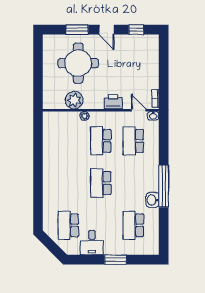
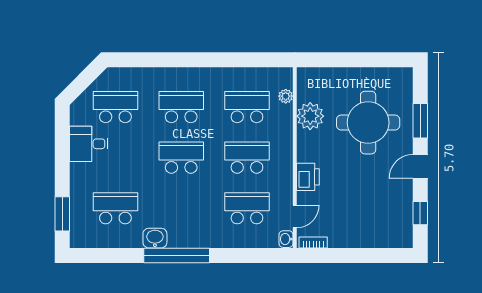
plant: (84, 116) -> (286, 96), moved
school desk: (68, 141) -> (247, 107), added
school desk: (68, 183) -> (181, 107), added
window: (116, 260) -> (62, 214), moved

